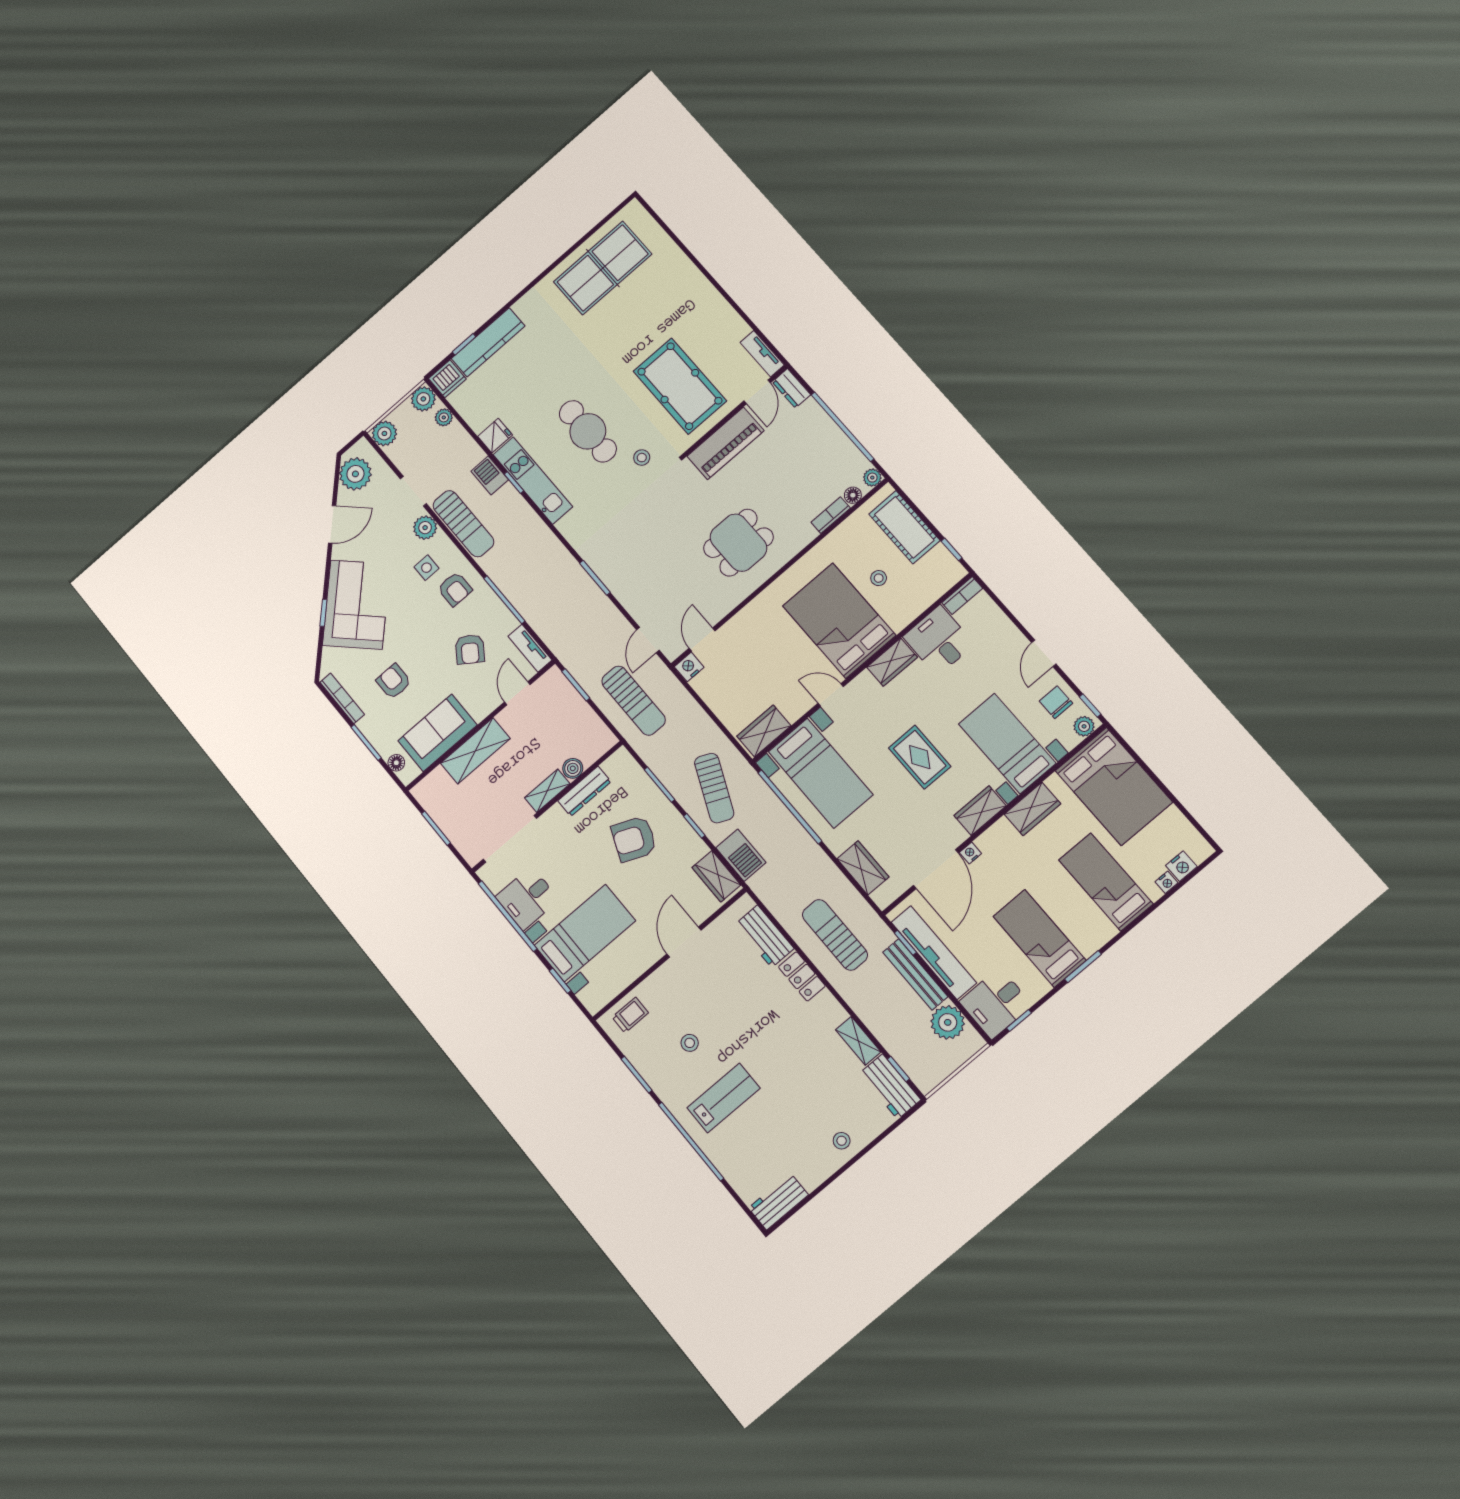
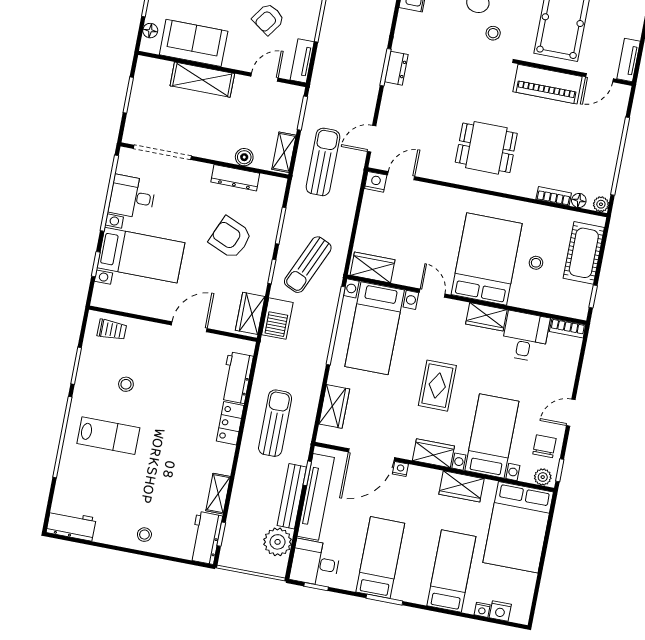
dresser: (791, 388) -> (396, 68), moved, turned 180
sun lounger: (634, 701) -> (323, 162), turned 180
shelving: (547, 791) -> (284, 152), moved, turned 90

